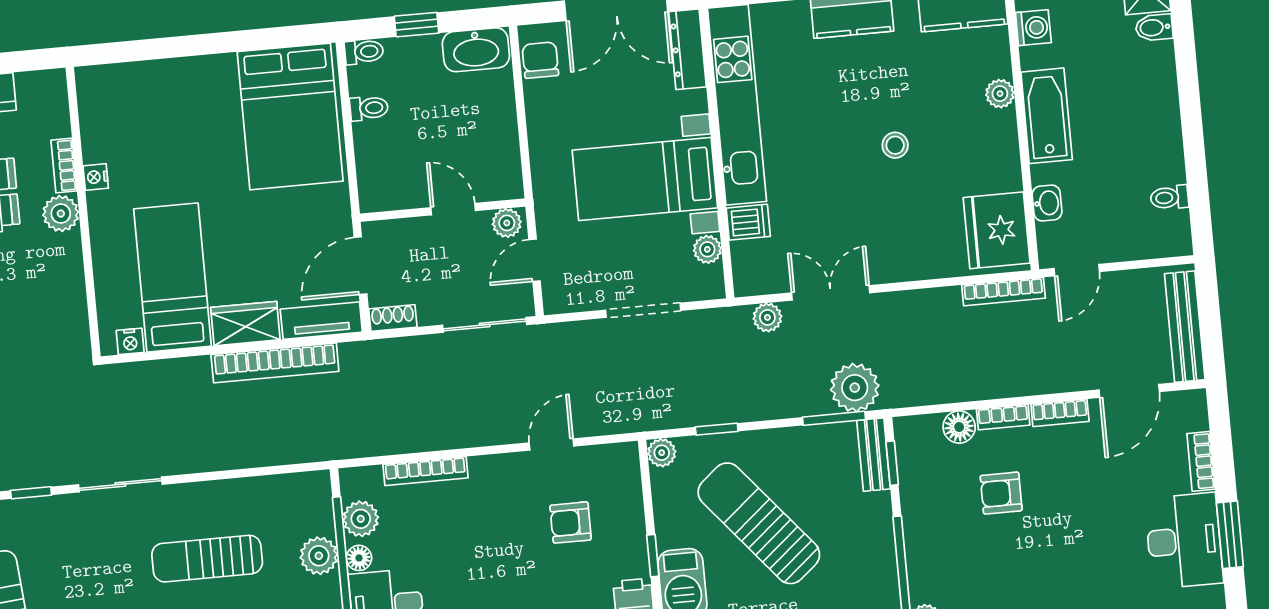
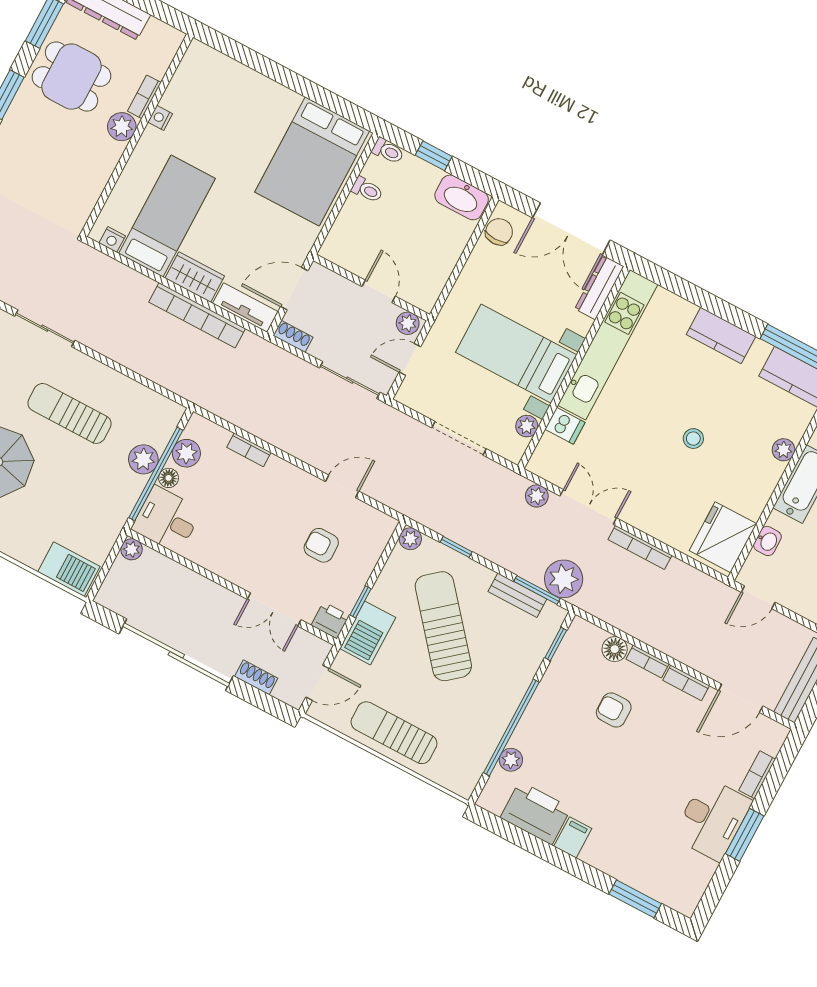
bookcase: (1003, 292) -> (640, 547), moved
bench: (874, 455) -> (517, 595), moved, turned 90
bookcase: (425, 471) -> (249, 450), width x0.64

